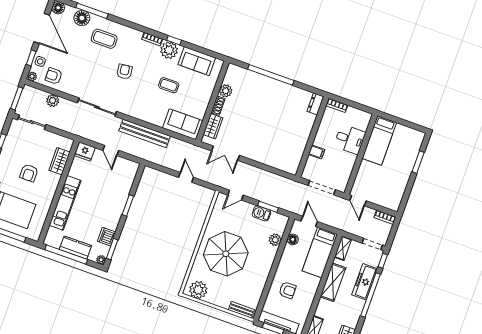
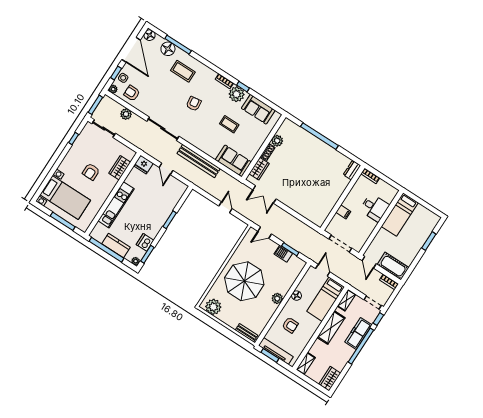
cot: (385, 199) -> (393, 266), added
floor lamp: (293, 239) -> (296, 296), moved
plant: (275, 240) -> (277, 298), moved

